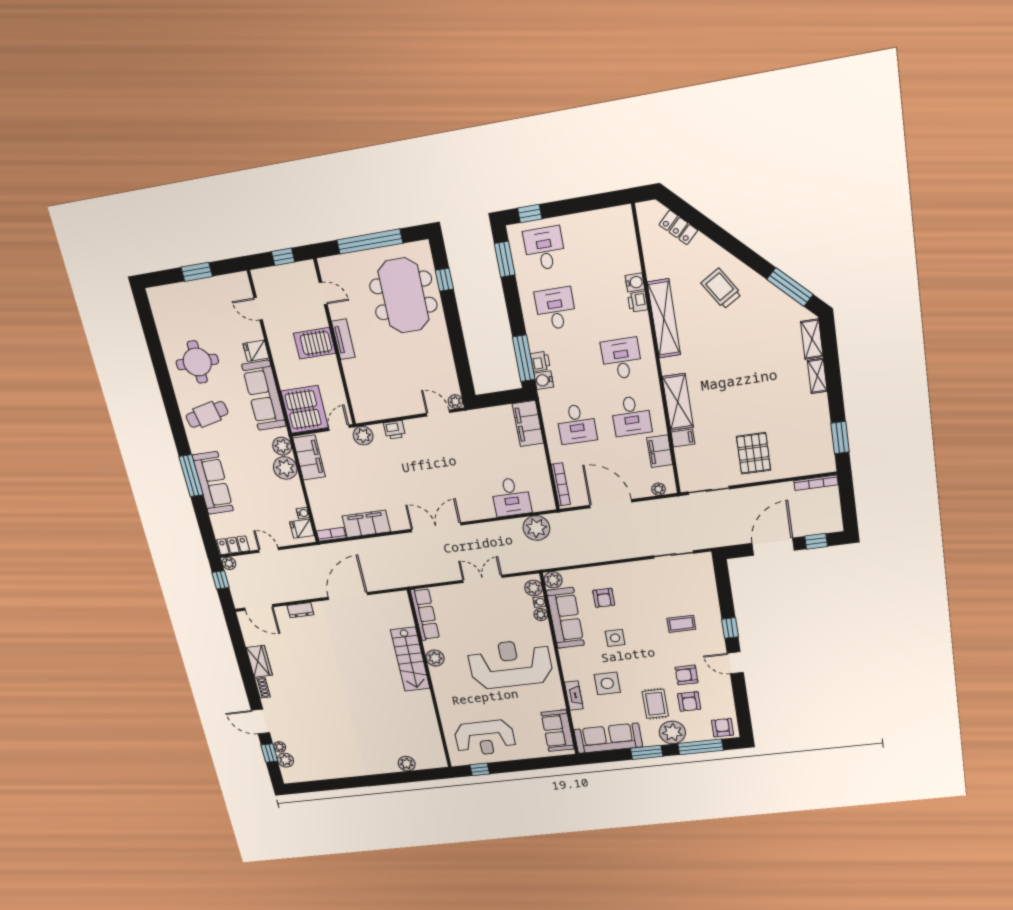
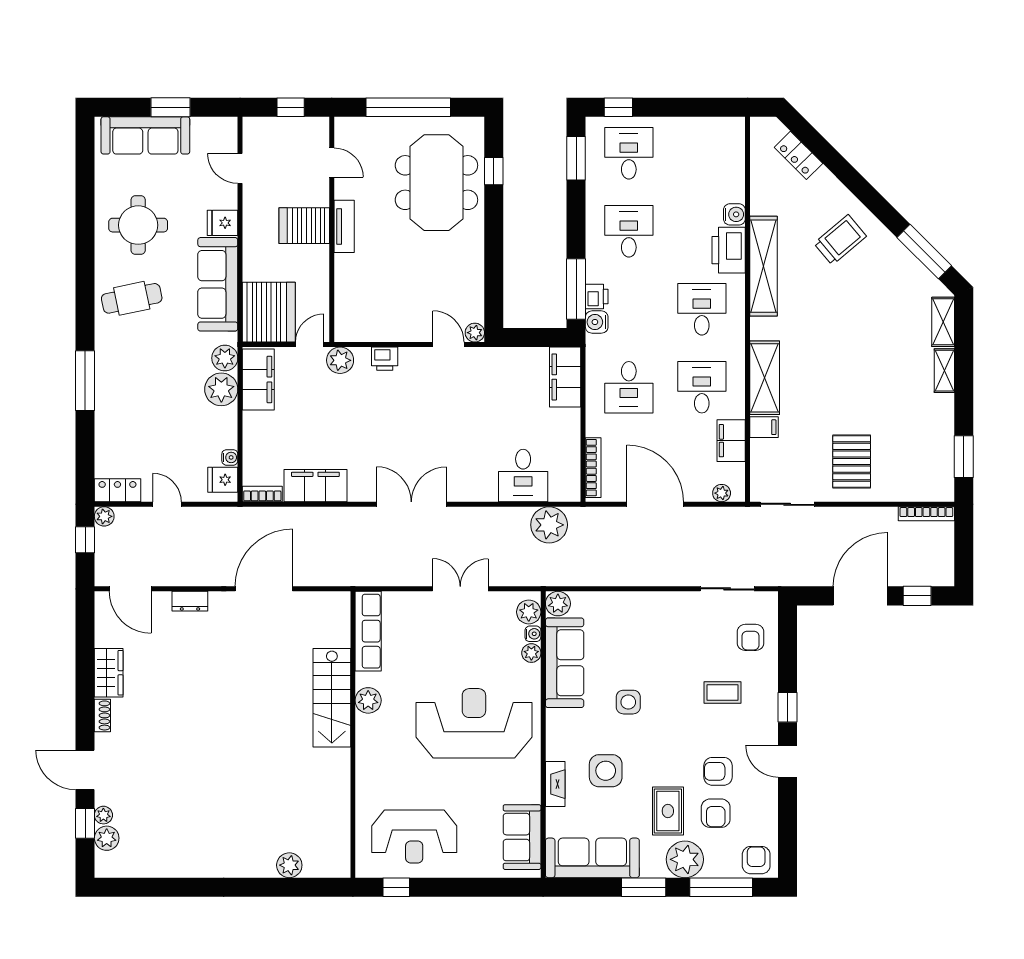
trolley: (721, 289) -> (840, 240), turned 82
printer: (638, 302) -> (729, 250), width x1.87, depth x1.48
desk: (631, 416) -> (702, 387), turned 180
sofa: (213, 483) -> (145, 135), moved, turned 90
armchair: (604, 598) -> (750, 637), moved

